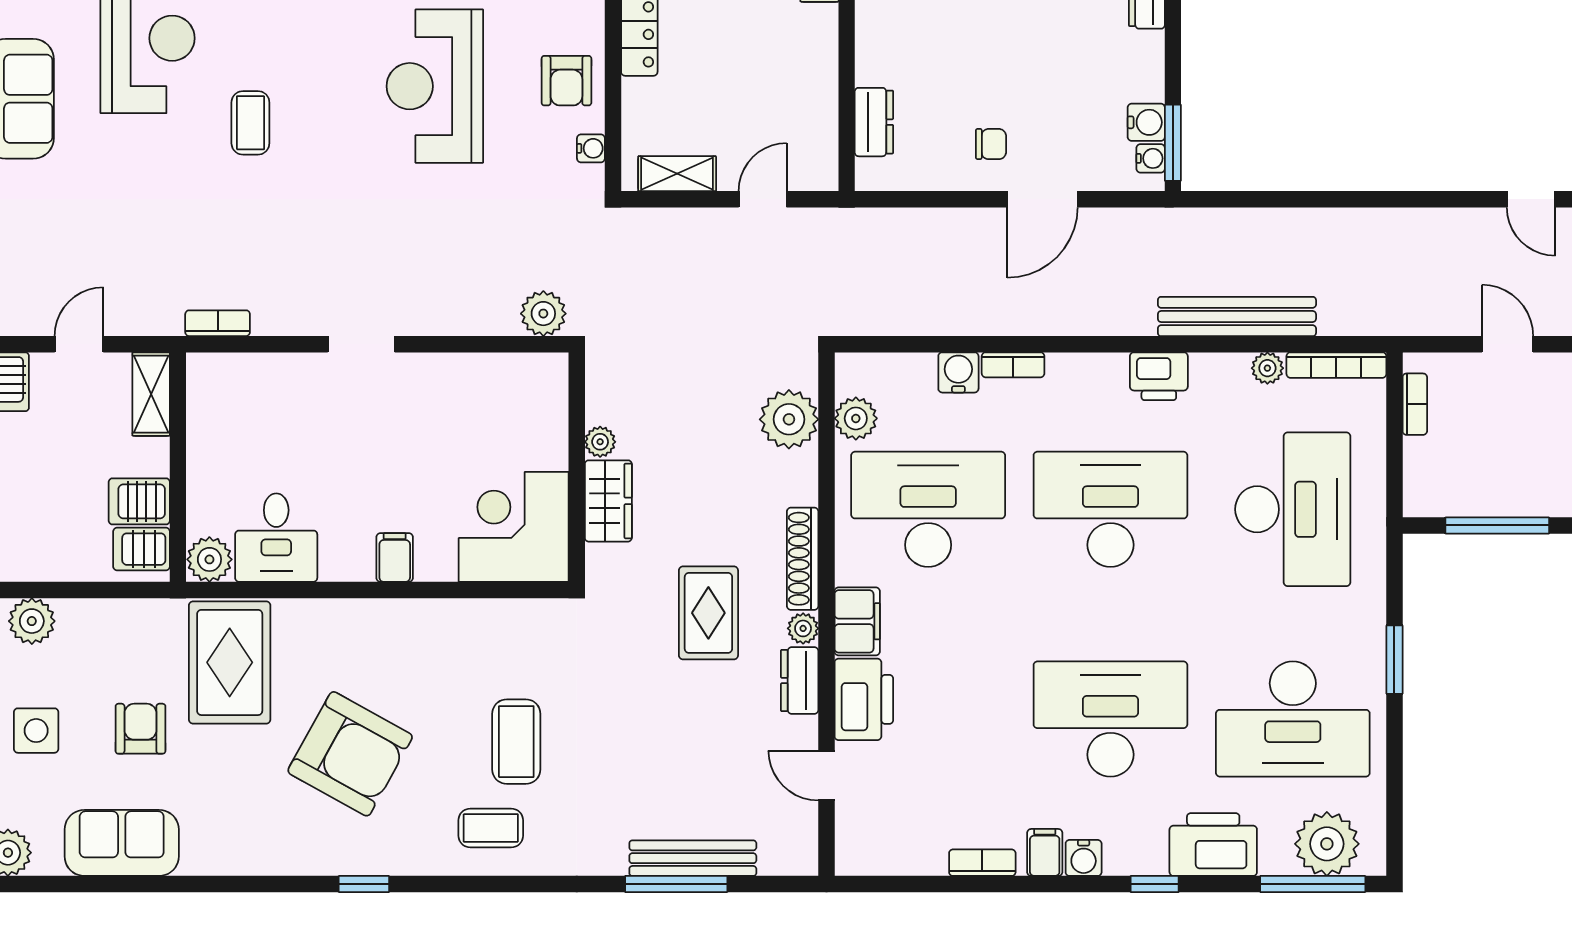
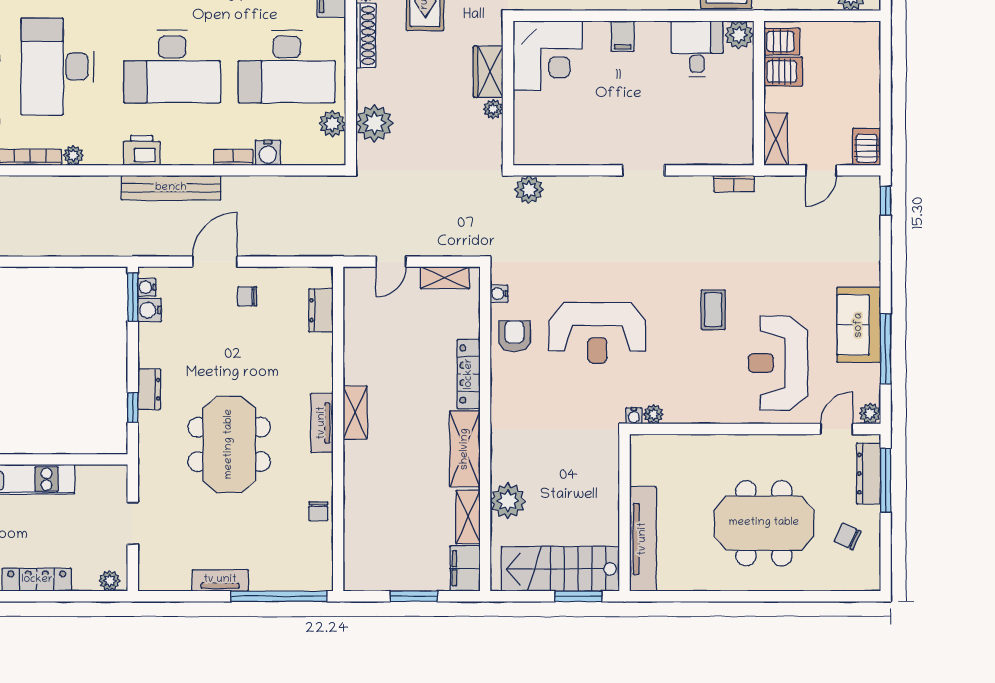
reception desk: (435, 86) -> (597, 333), turned 90
bench: (1237, 317) -> (171, 188), moved

